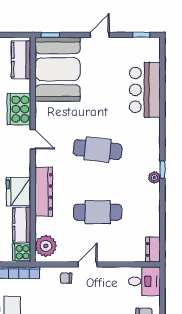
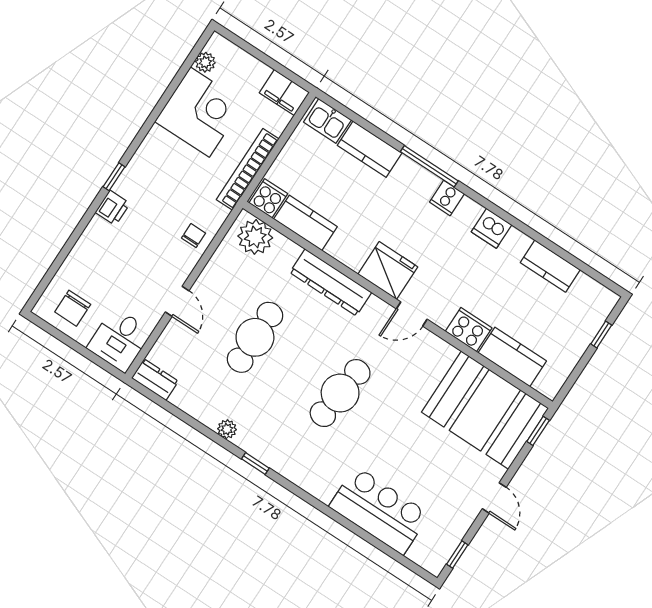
kitchen counter: (21, 60) -> (512, 357), moved
cooker: (19, 109) -> (469, 330), width x0.73, depth x0.76
plant: (154, 177) -> (227, 429), moved
fridge: (18, 192) -> (388, 271), moved
door: (88, 264) -> (177, 301), moved

